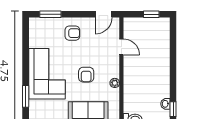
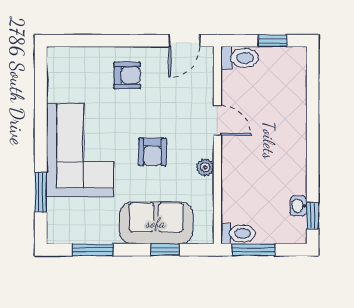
window: (50, 14) -> (86, 41), removed
toilet: (133, 24) -> (240, 58), added
door: (121, 47) -> (217, 120), moved

